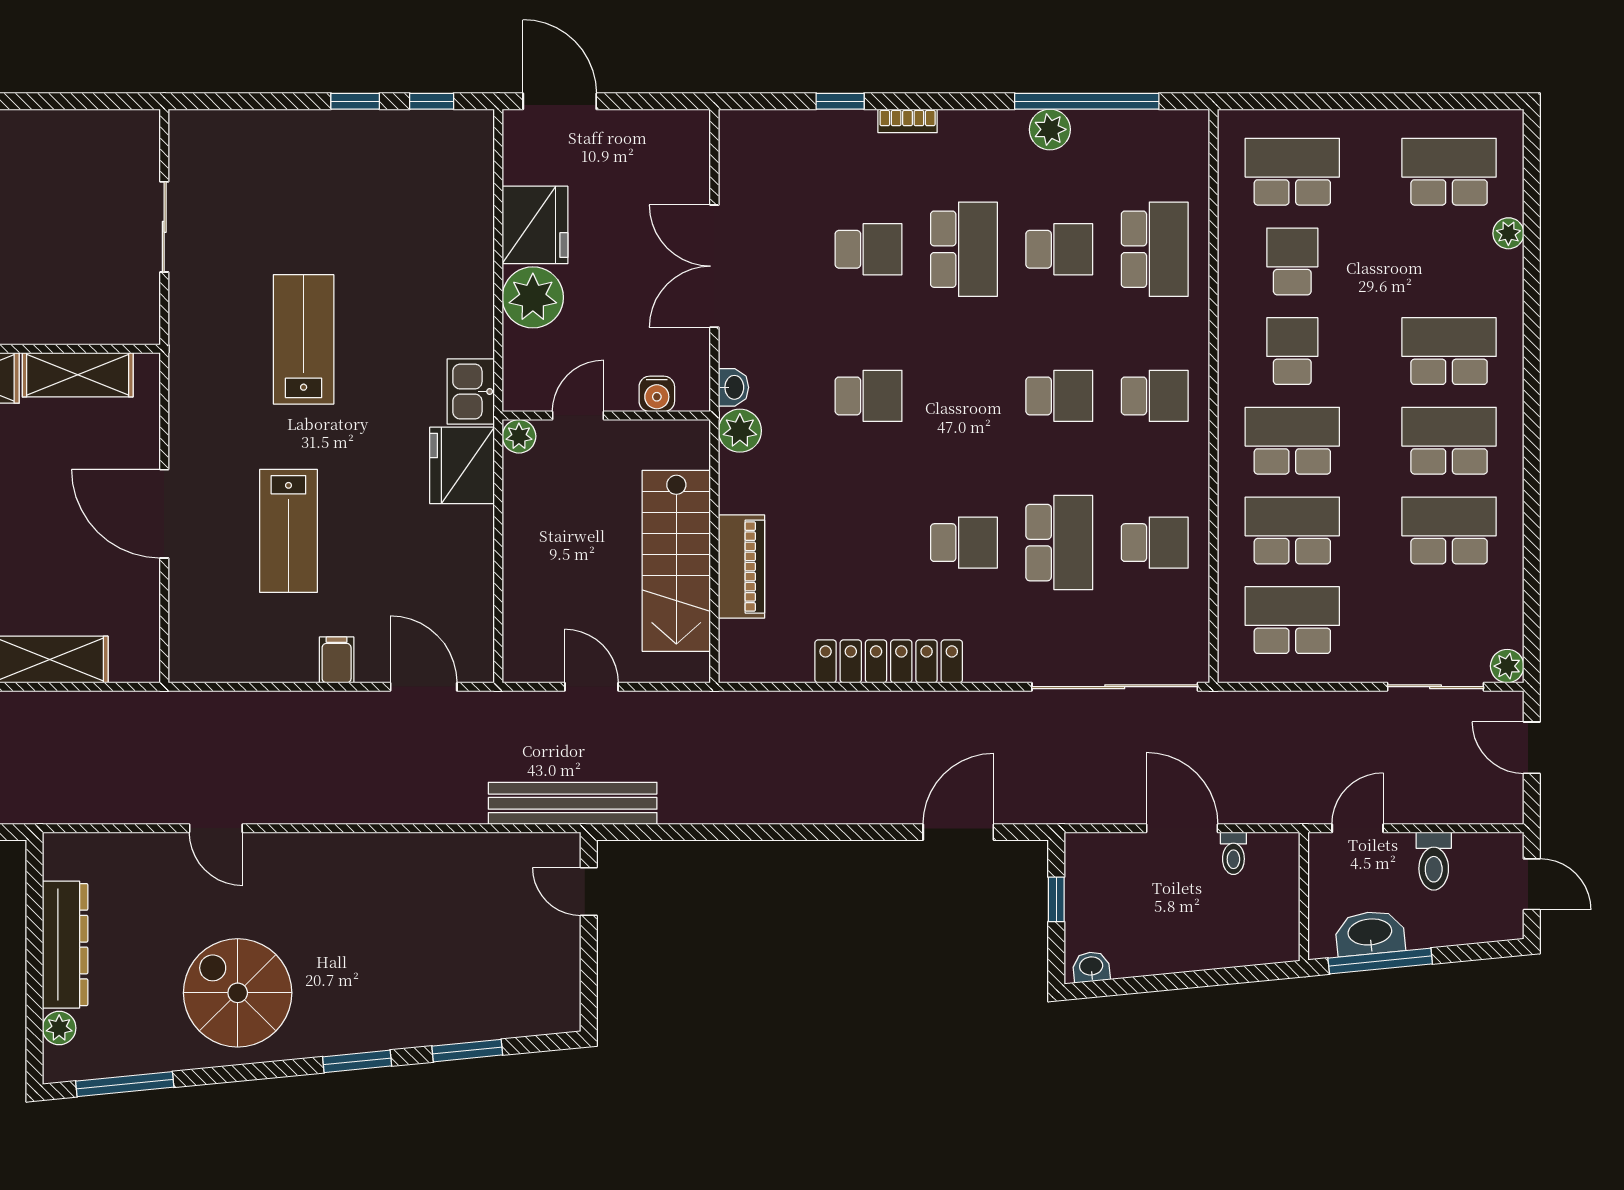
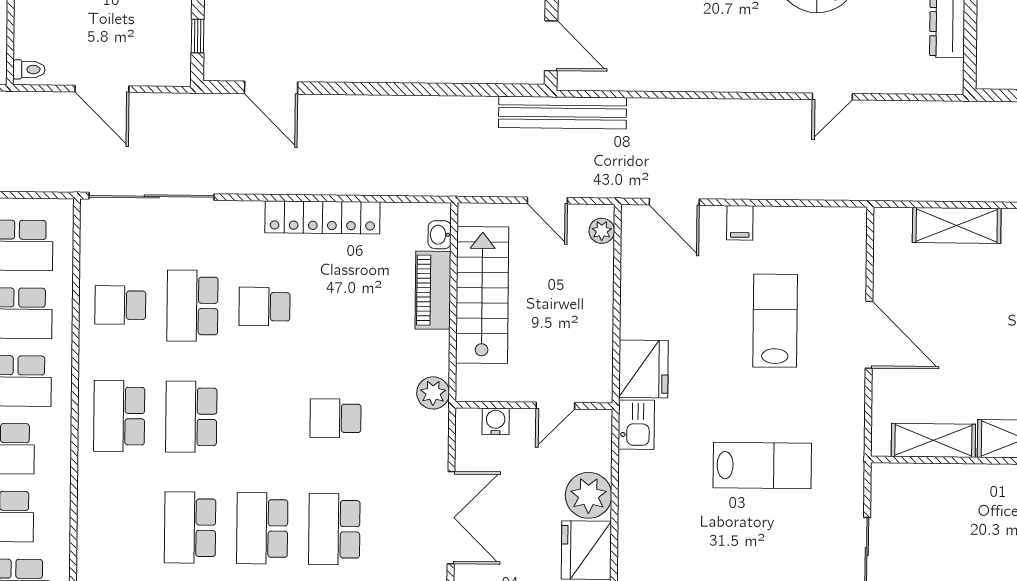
school desk: (869, 249) -> (334, 529), width x1.85
school desk: (1059, 249) -> (190, 528), width x1.85
school desk: (1155, 249) -> (118, 527), removed
lab bench: (304, 339) -> (762, 465), turned -90
washbasin: (733, 387) -> (440, 235), moved
school desk: (1059, 396) -> (191, 417), width x1.85
school desk: (1155, 396) -> (119, 416), width x1.85
plant: (519, 436) -> (602, 231), moved
door: (216, 828) -> (832, 97), swing flipped
door: (958, 832) -> (271, 88), hinge flipped
toilet: (1233, 853) -> (29, 69), moved, turned 90
door: (589, 891) -> (551, 46), width x1.37

